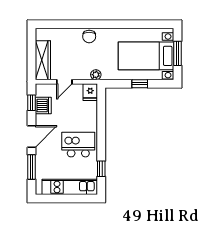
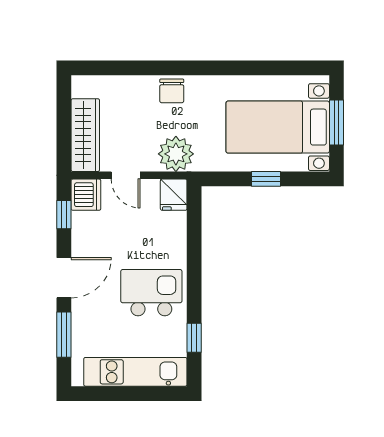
plant: (96, 75) -> (176, 154), width x1.88, depth x1.88
door: (64, 82) -> (126, 175), hinge flipped
dishwasher: (43, 105) -> (86, 195), moved

